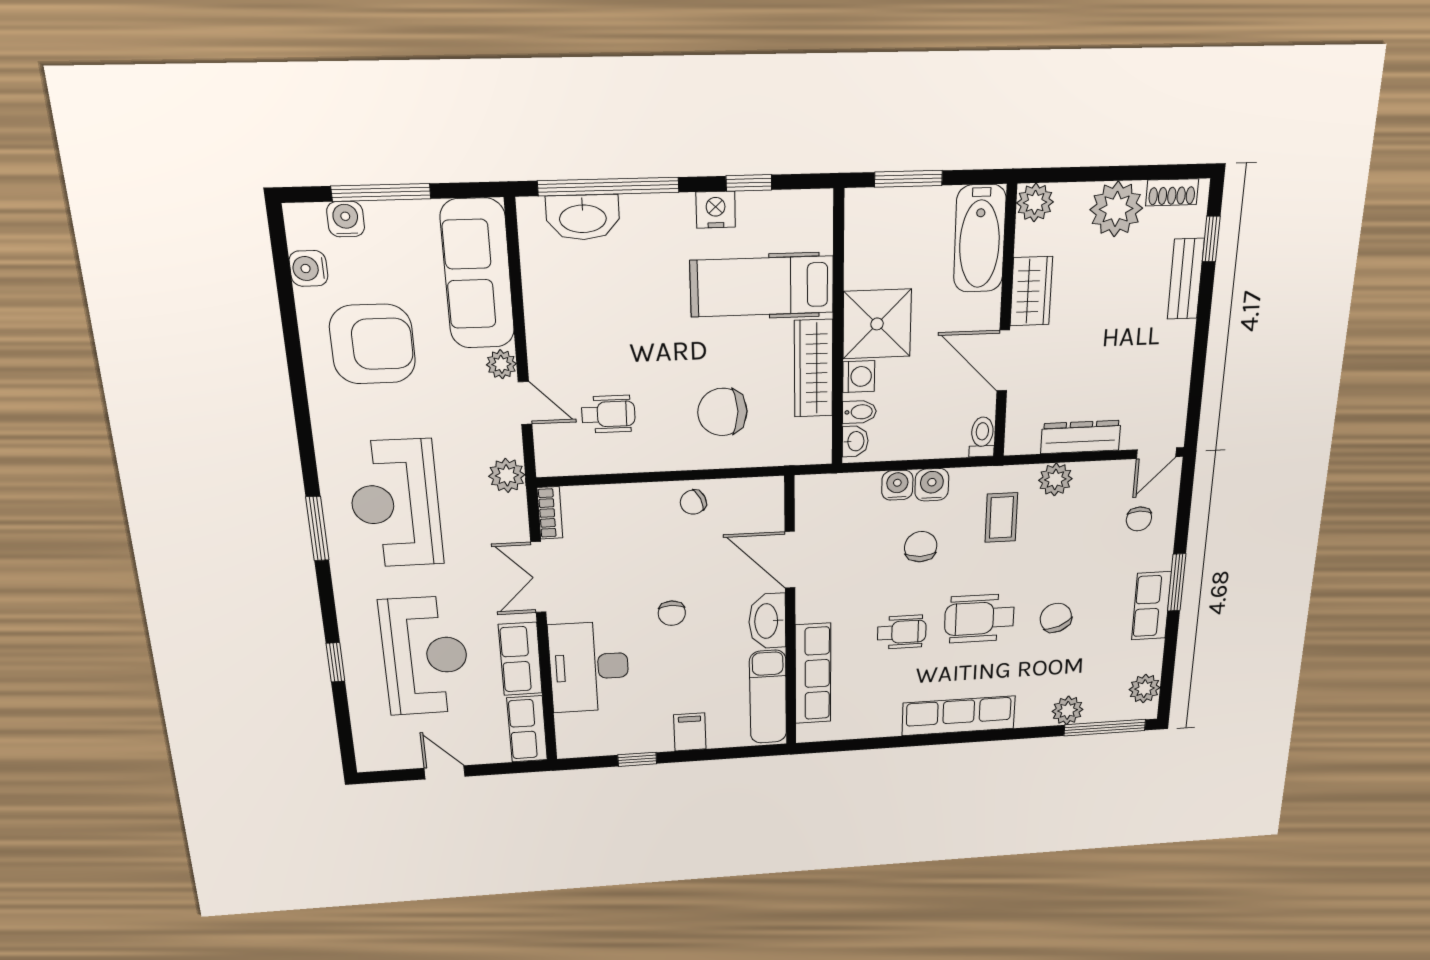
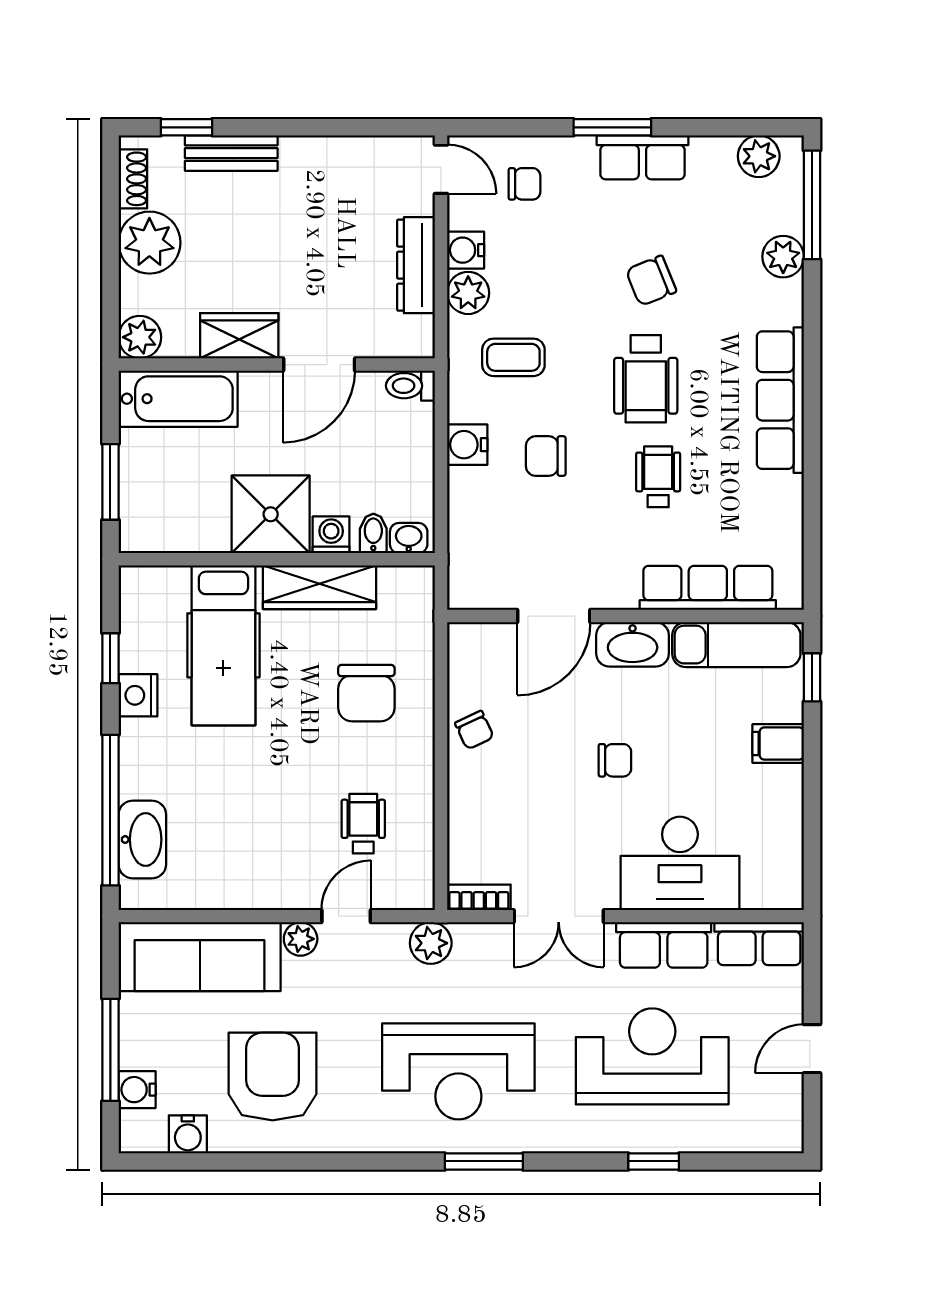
water cooler: (897, 485) -> (466, 250), moved
window: (637, 759) -> (812, 677), moved

